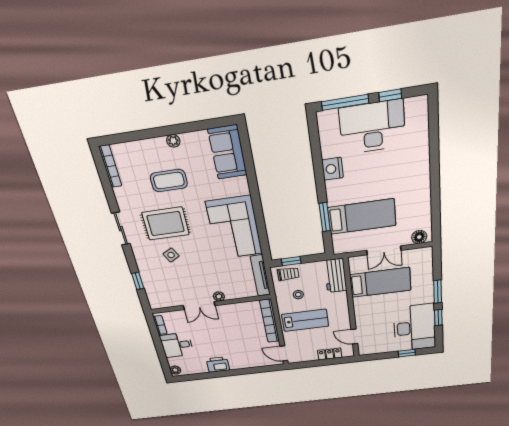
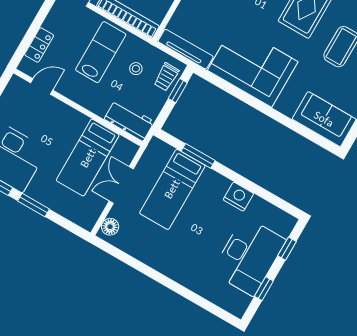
window: (345, 102) -> (287, 249), width x0.46
lab bench: (305, 320) -> (101, 52), turned 180

